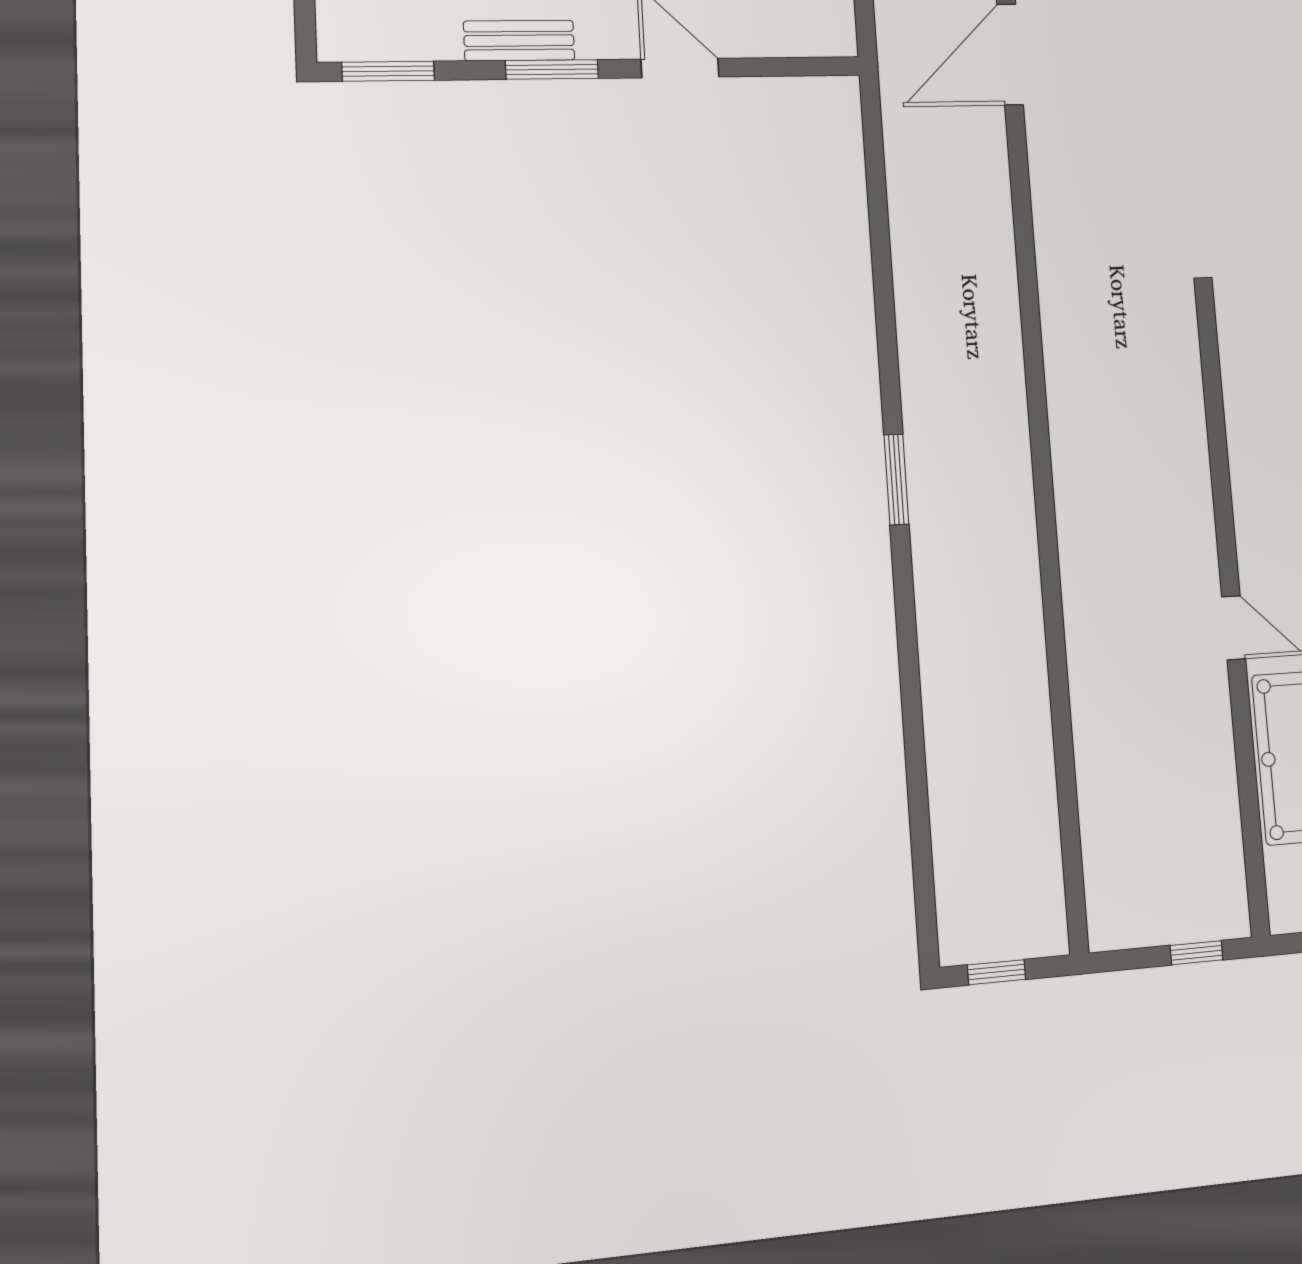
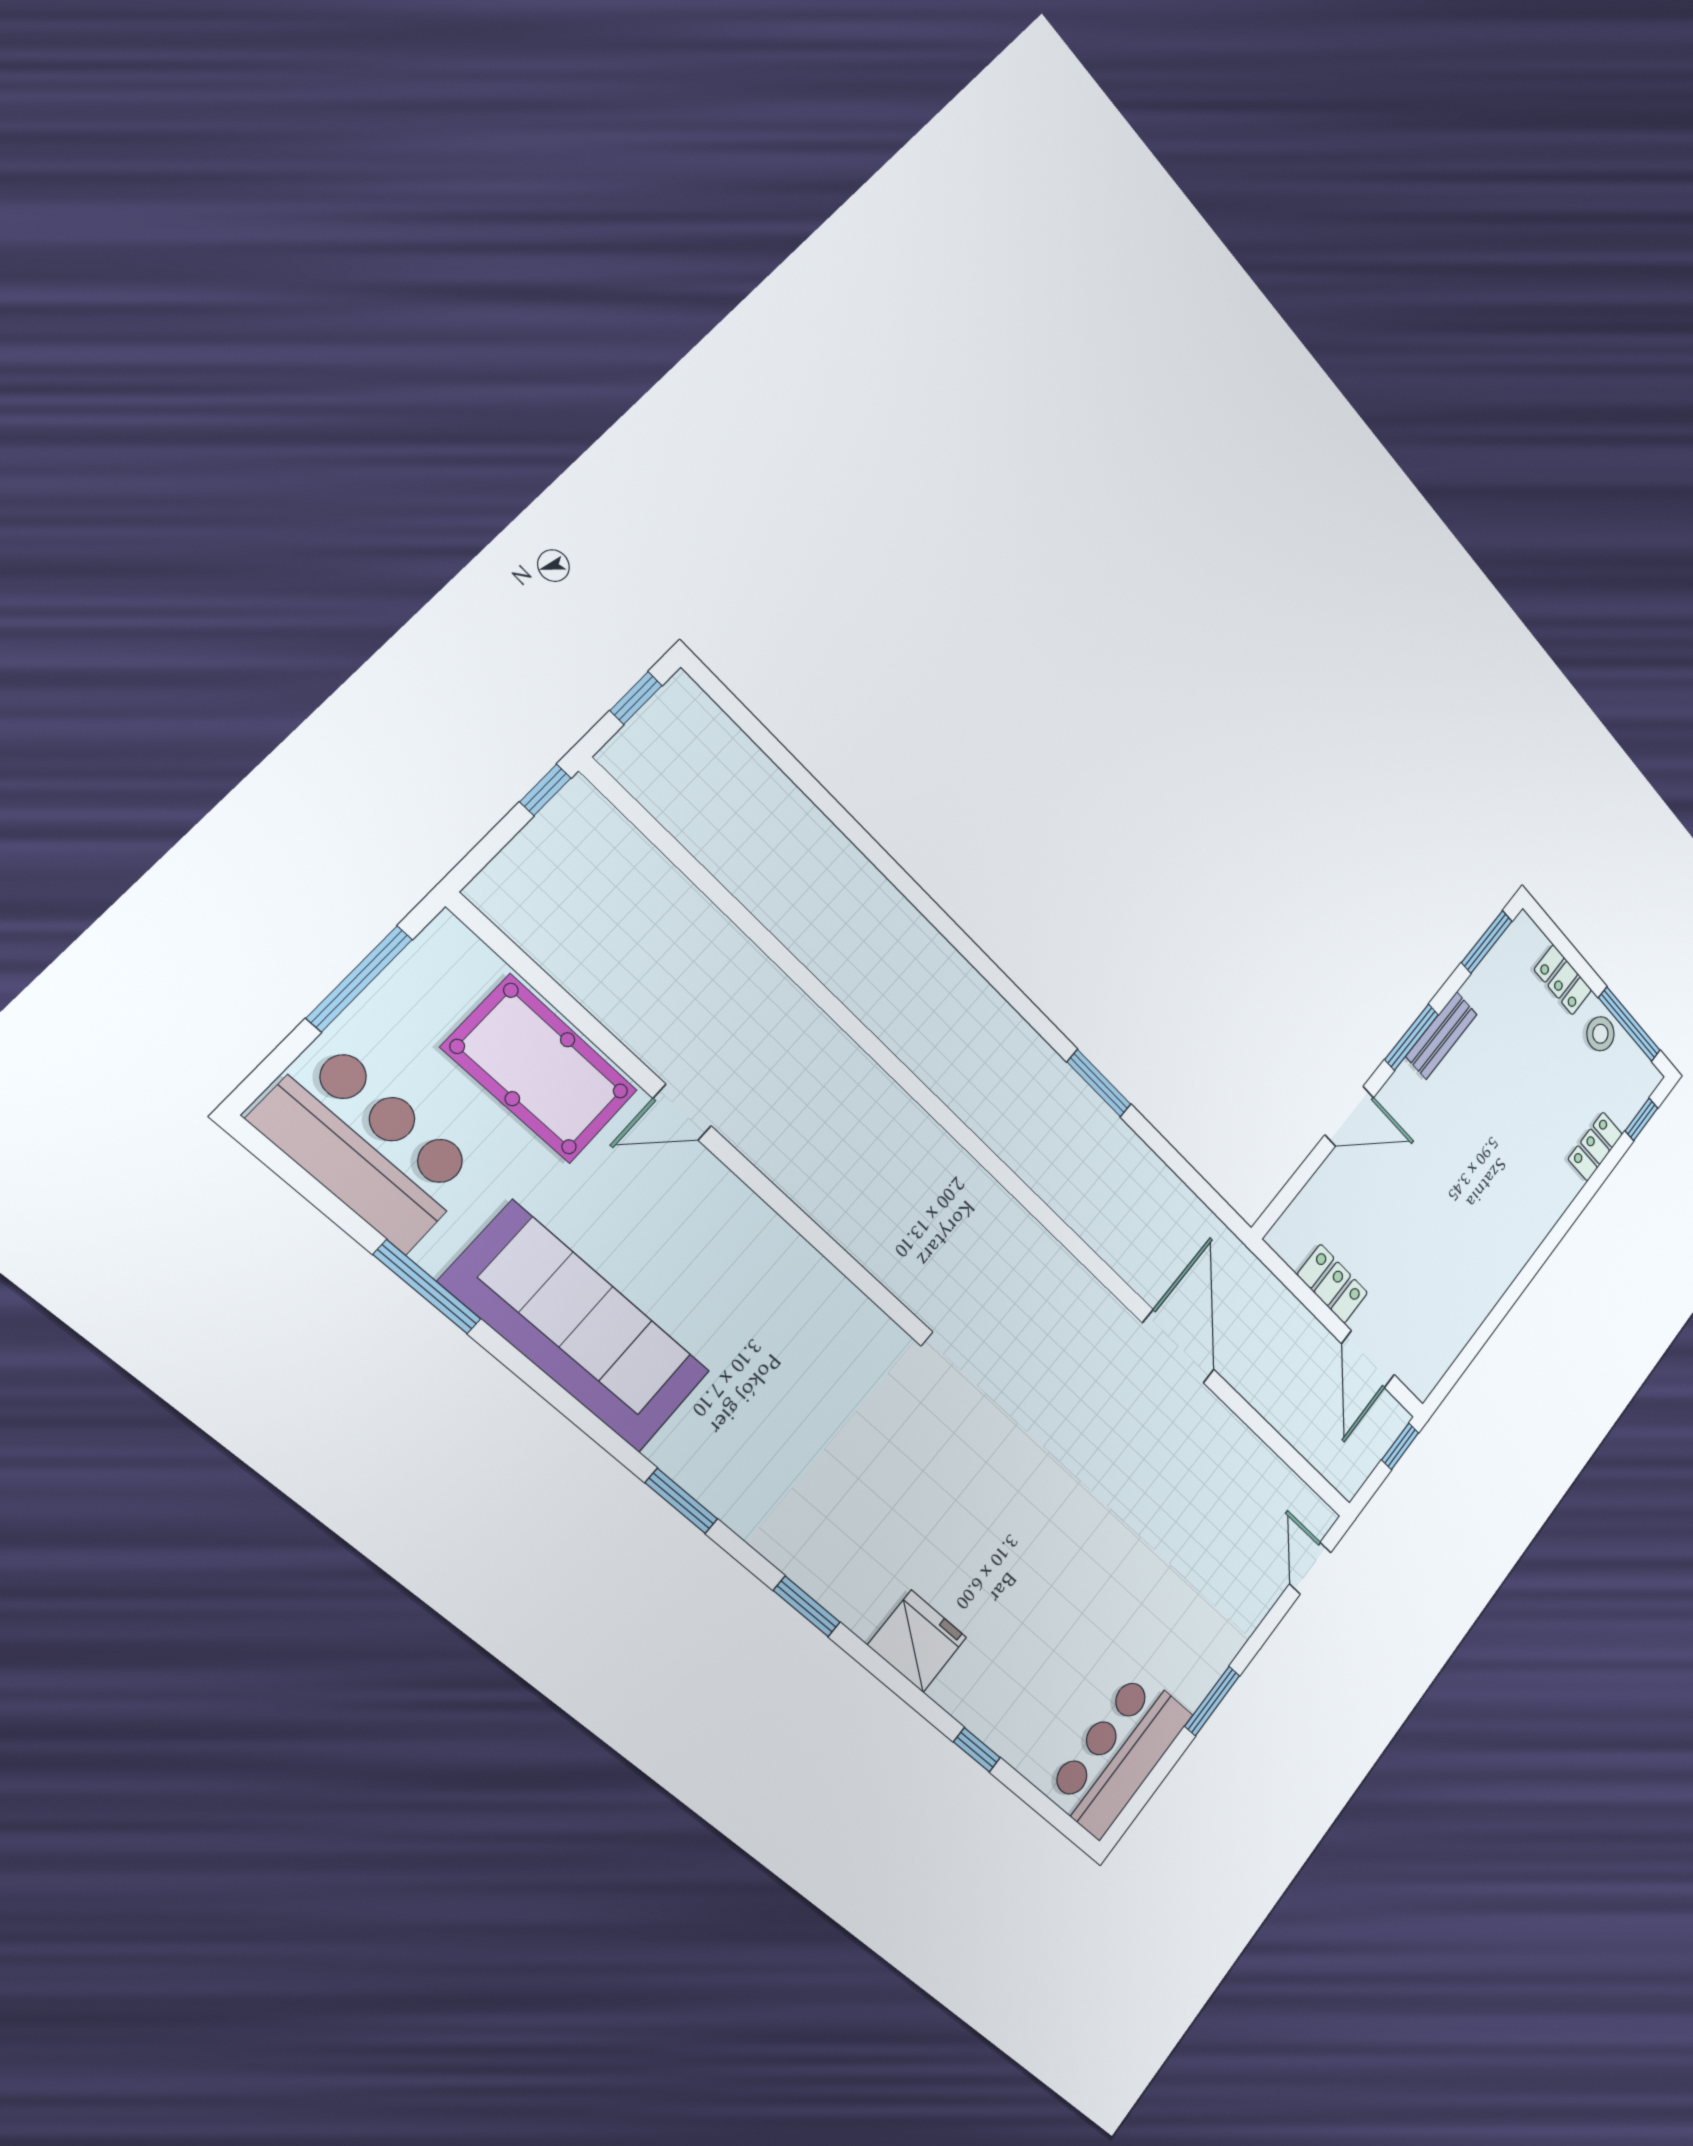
window: (896, 479) -> (1099, 1083), moved
window: (1196, 953) -> (545, 790), moved

